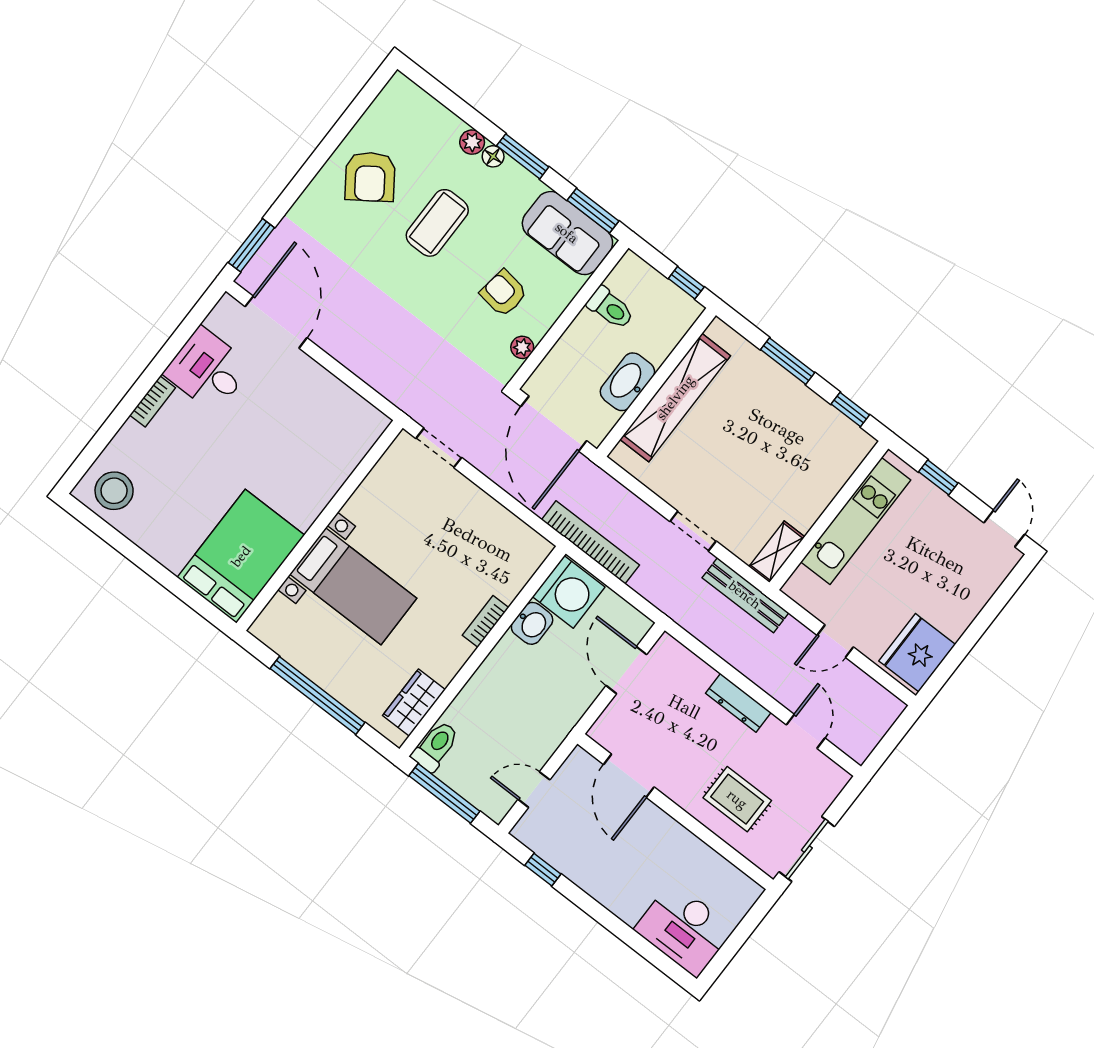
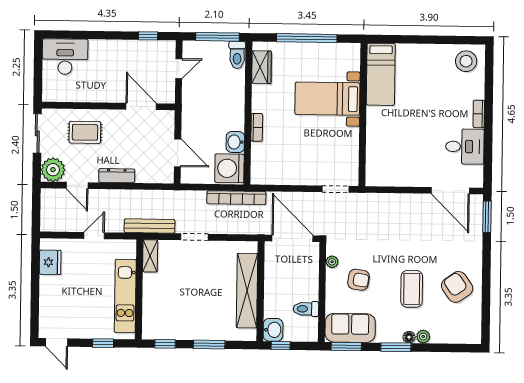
washbasin: (627, 382) -> (273, 330), moved, width x0.72
bed: (241, 556) -> (381, 74), width x0.67
fridge: (917, 653) -> (50, 262), width x0.73, depth x0.75
plant: (823, 780) -> (53, 170), added

